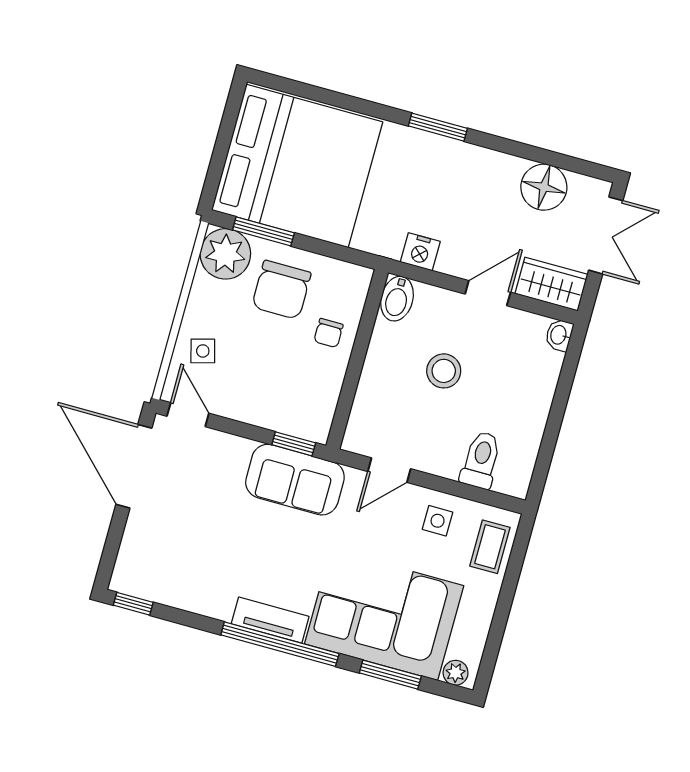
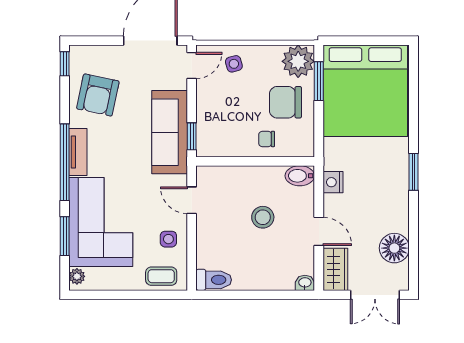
toilet: (481, 460) -> (214, 280), moved
sofa: (295, 480) -> (170, 132), width x1.36
armchair: (193, 567) -> (98, 95), added

